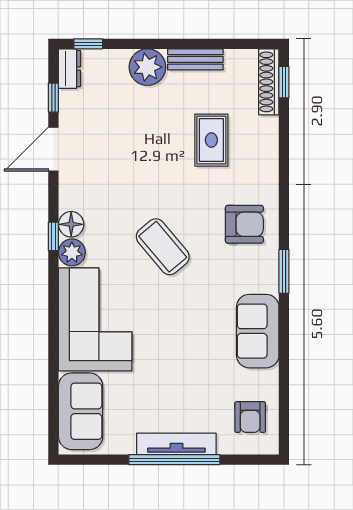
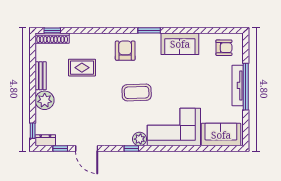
floor lamp: (71, 224) -> (125, 139), removed
coffee table: (163, 247) -> (137, 92), turned 38

